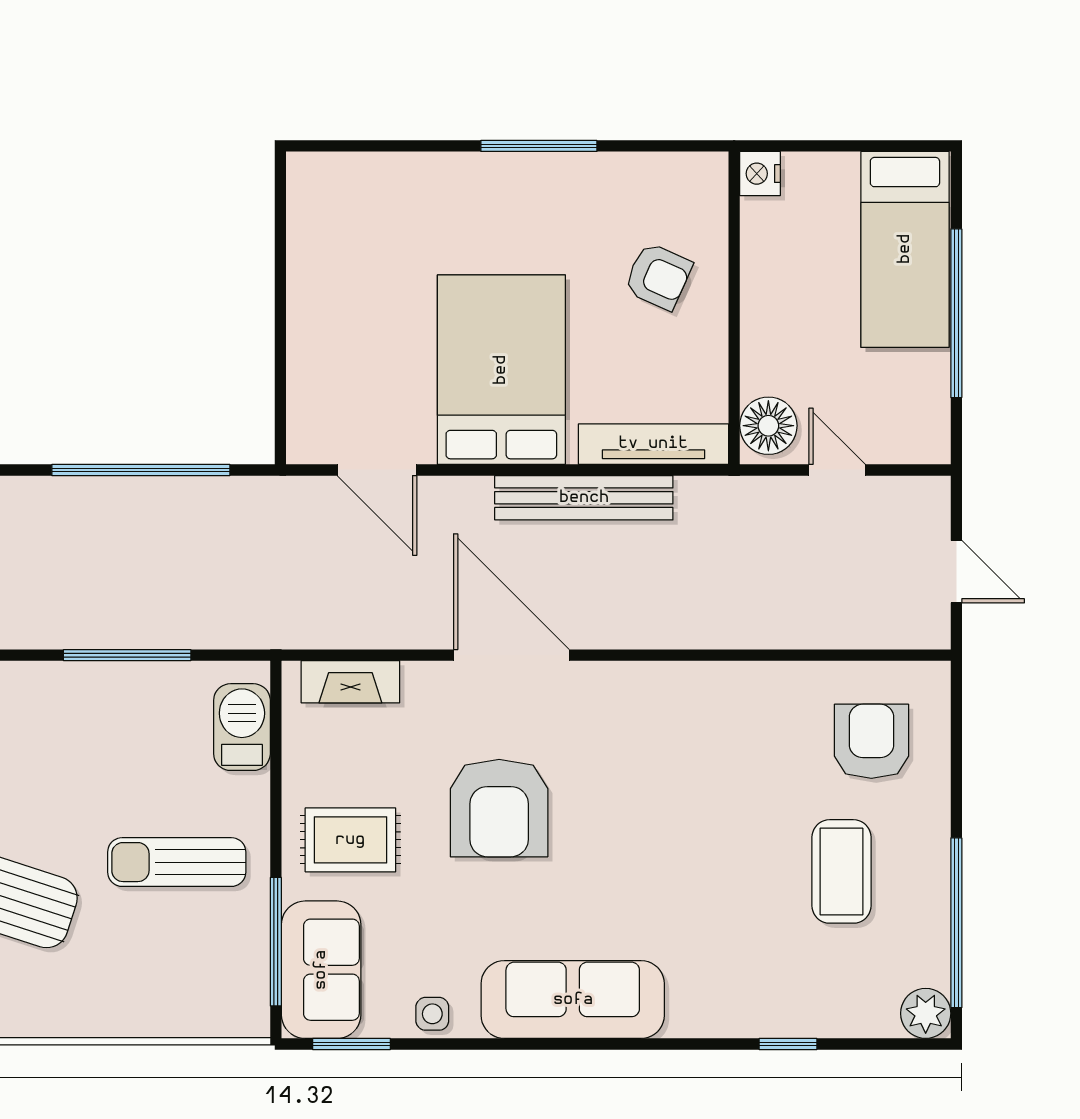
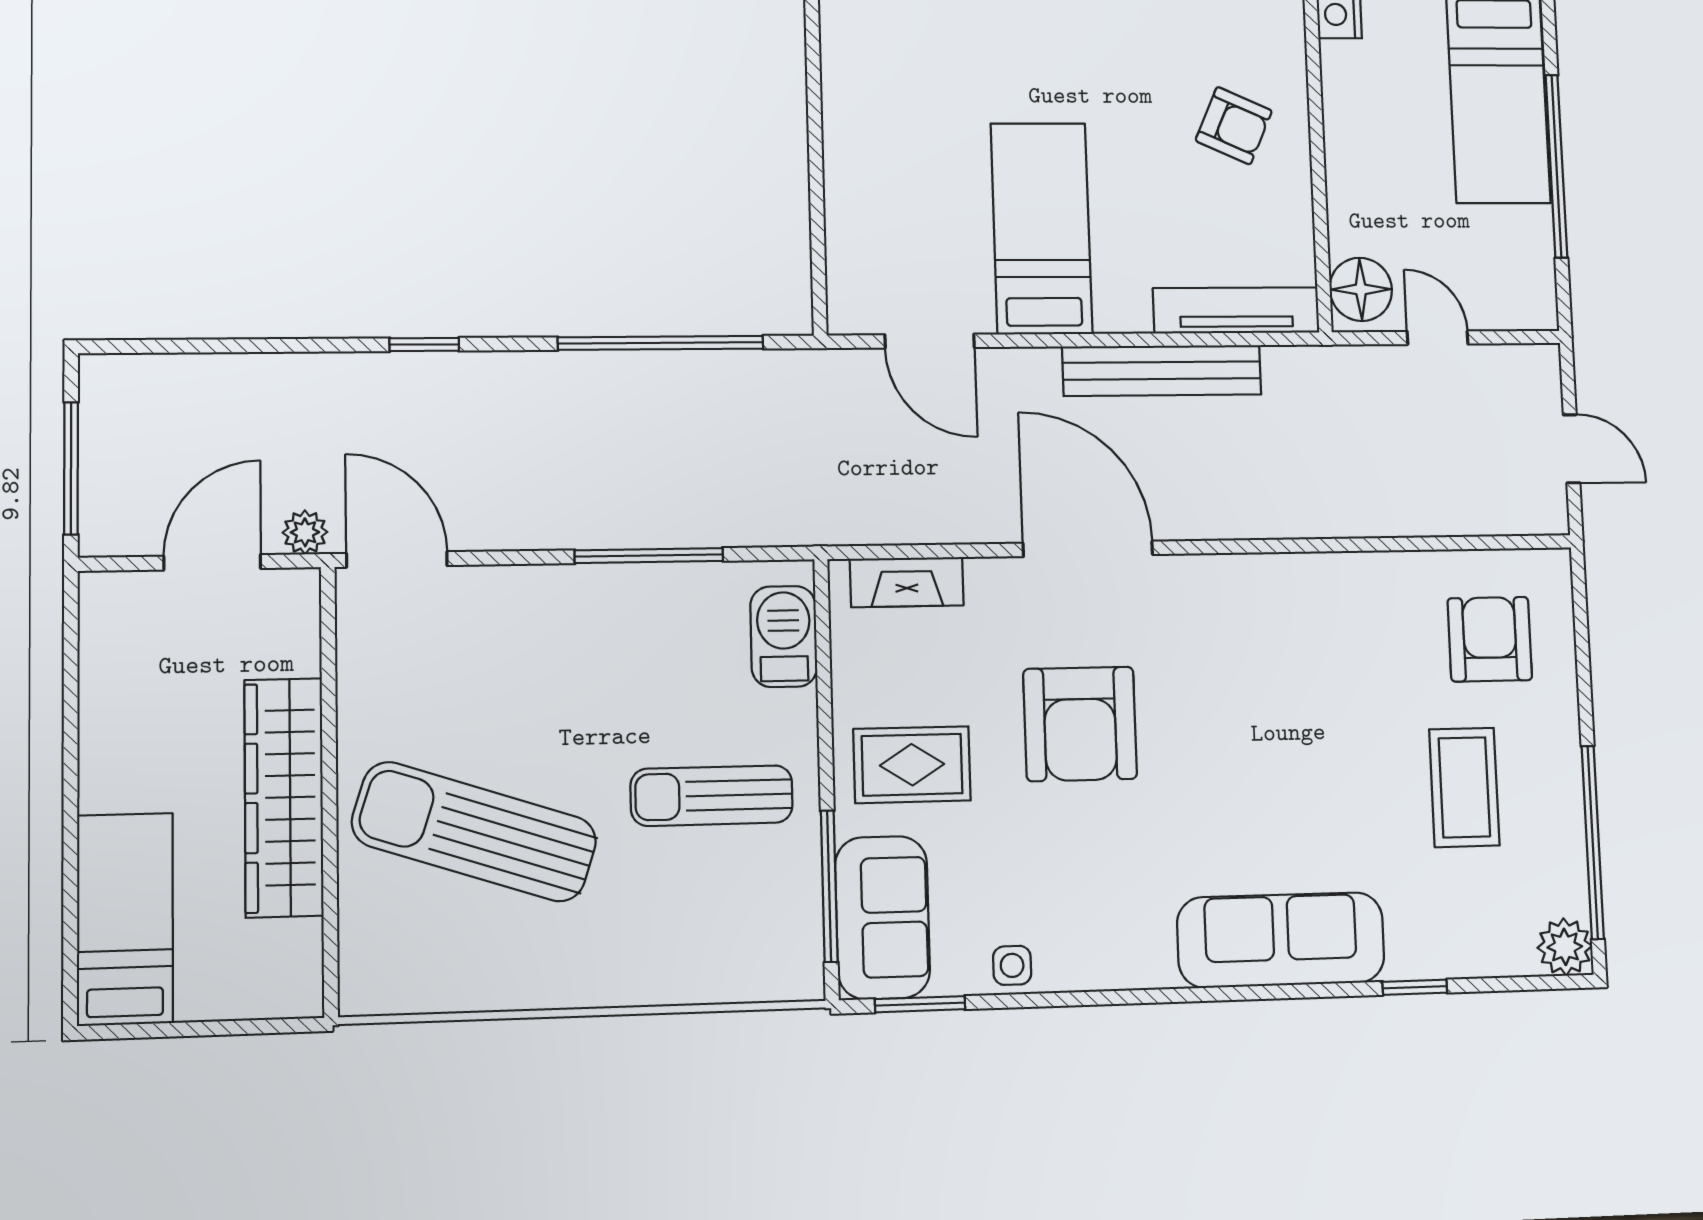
bed: (501, 370) -> (1041, 228), width x0.67
sofa: (573, 1000) -> (1281, 940), moved

